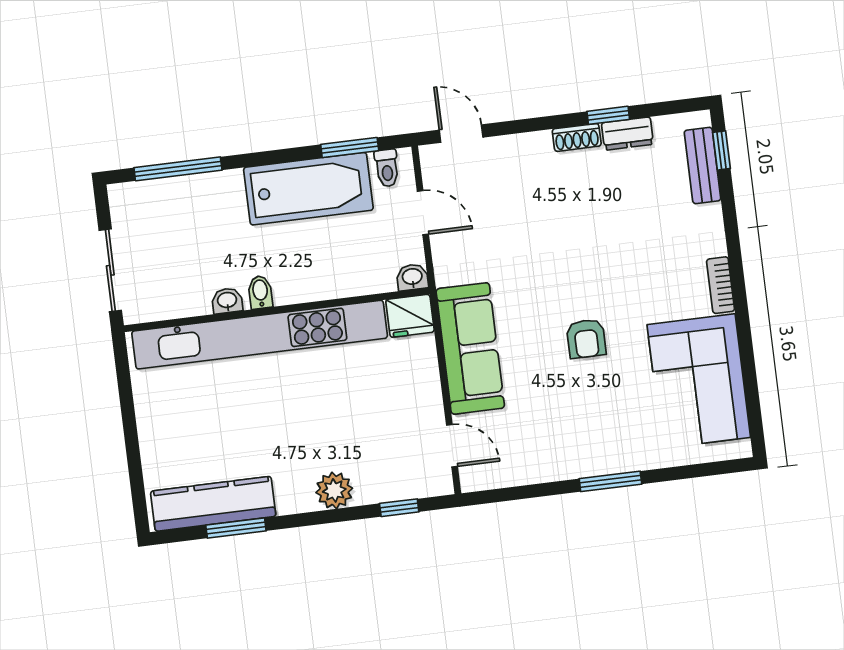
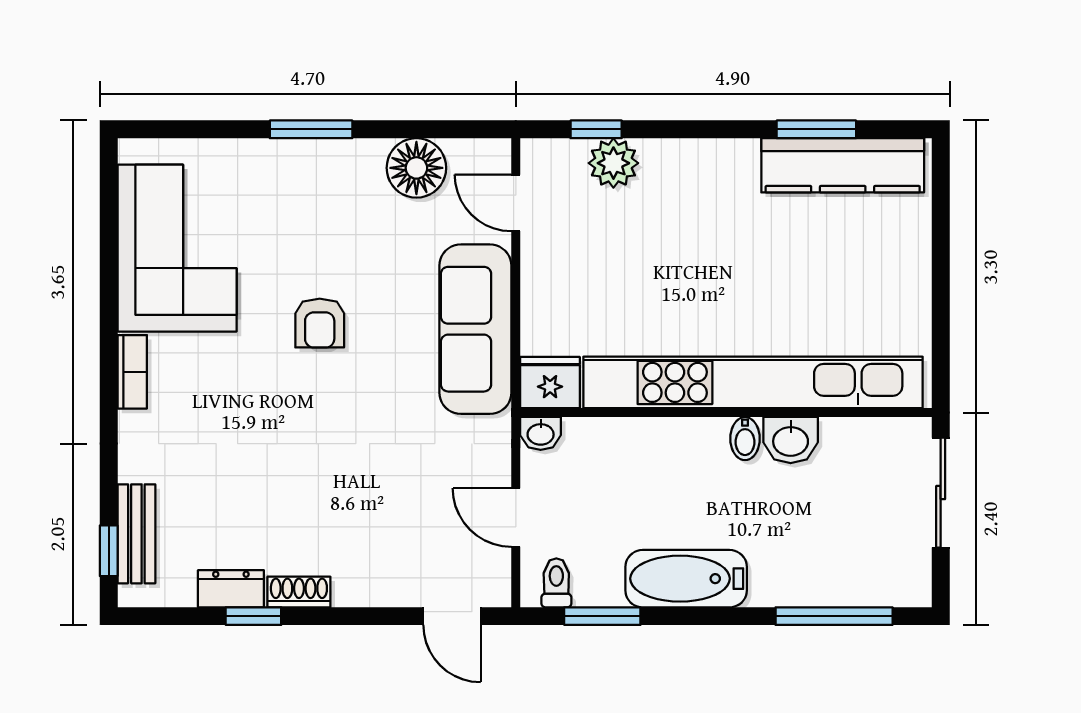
bathtub: (308, 189) -> (686, 579), width x0.73, depth x0.73
washbasin: (227, 301) -> (791, 440), width x1.38, depth x1.45
armchair: (586, 339) -> (320, 323), turned 180
floor lamp: (529, 462) -> (416, 168), added
plant: (334, 490) -> (613, 163), moved

